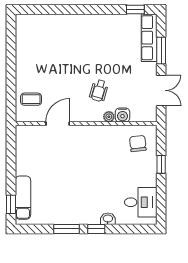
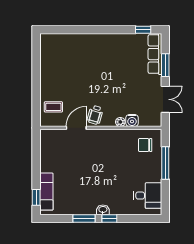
wheelchair: (99, 91) -> (95, 115), moved
chair: (138, 144) -> (145, 145), turned -84
window: (161, 164) -> (165, 163), width x2.17
washbasin: (108, 219) -> (103, 210), moved

